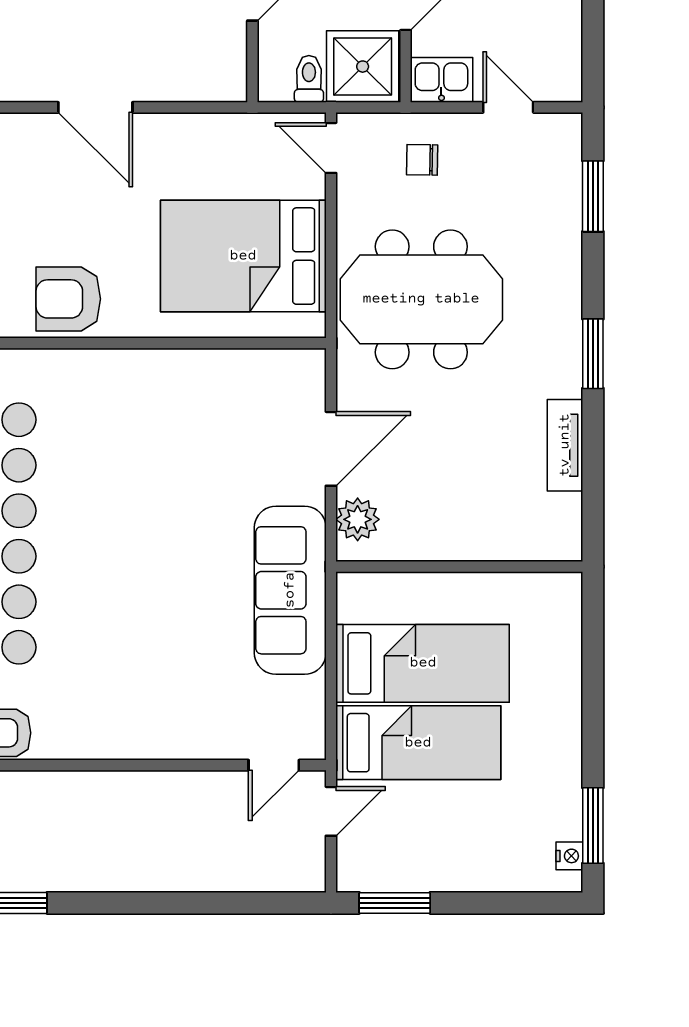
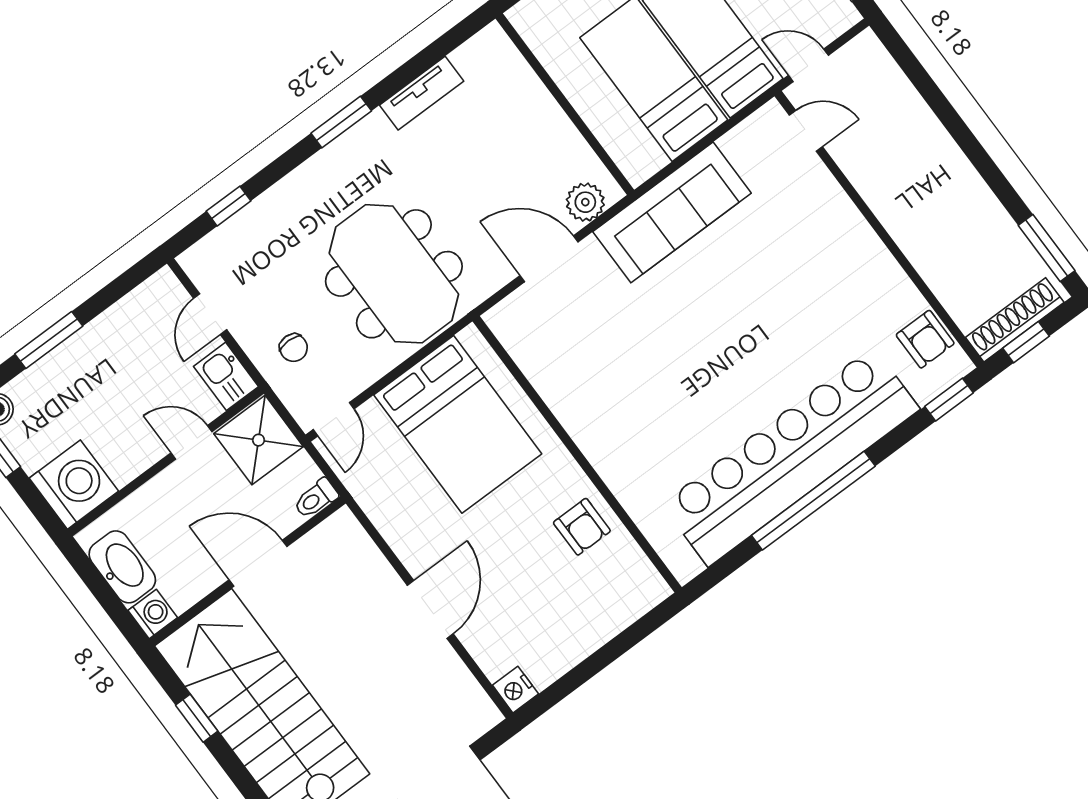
toilet: (309, 79) -> (316, 498), moved
window: (593, 196) -> (228, 206), width x0.67
armchair: (68, 299) -> (582, 527), width x0.72, depth x0.72

